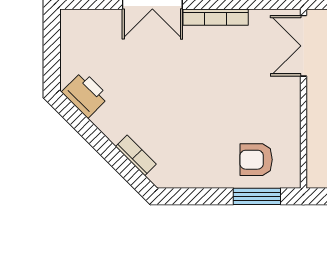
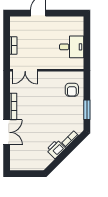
printer: (85, 94) -> (56, 149), moved
window: (257, 196) -> (87, 110), moved

